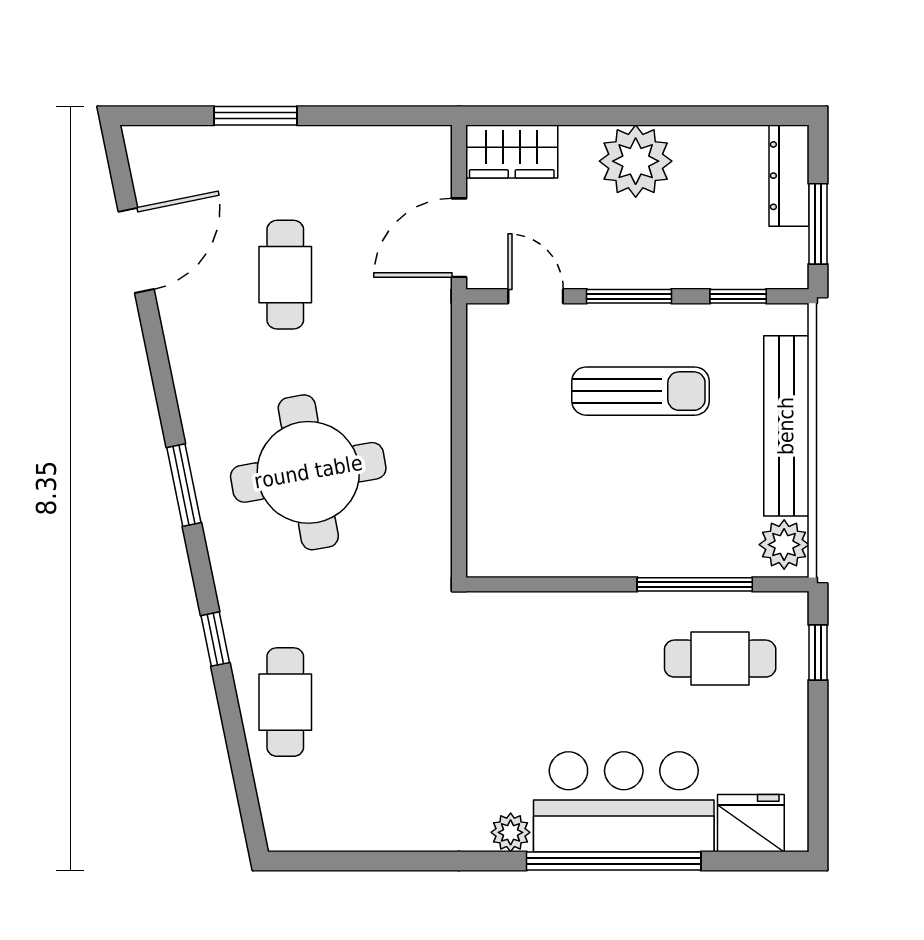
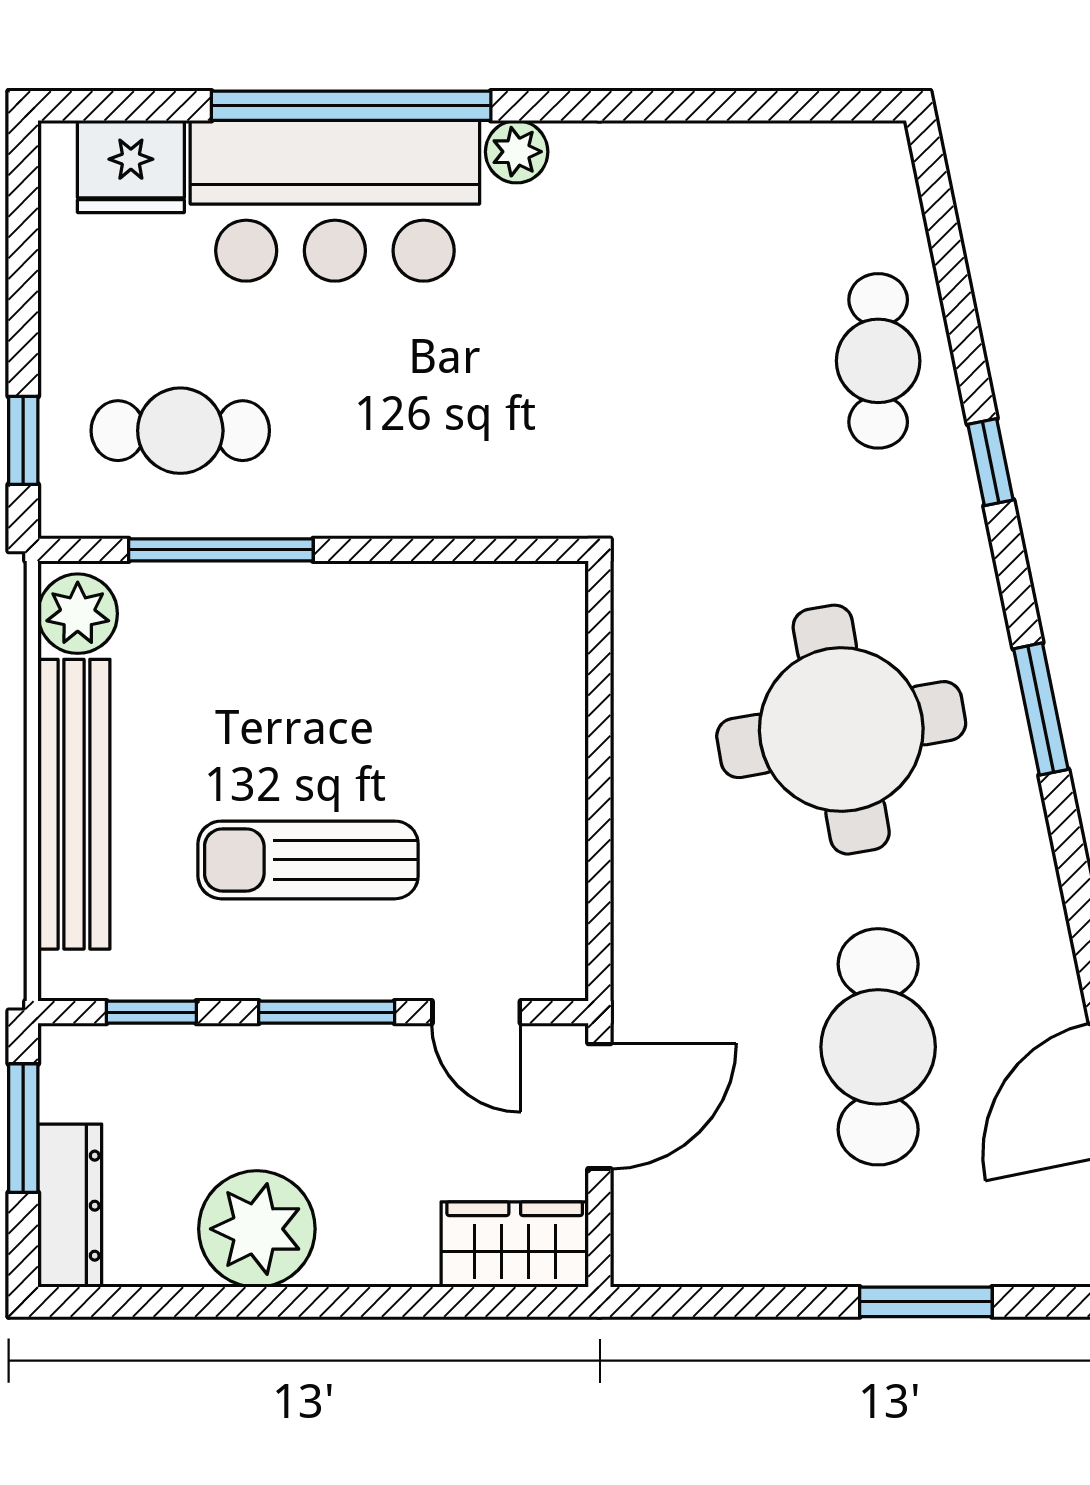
plant: (636, 161) -> (257, 1229), moved
cafe table: (285, 275) -> (878, 1047), width x1.37, depth x1.35

